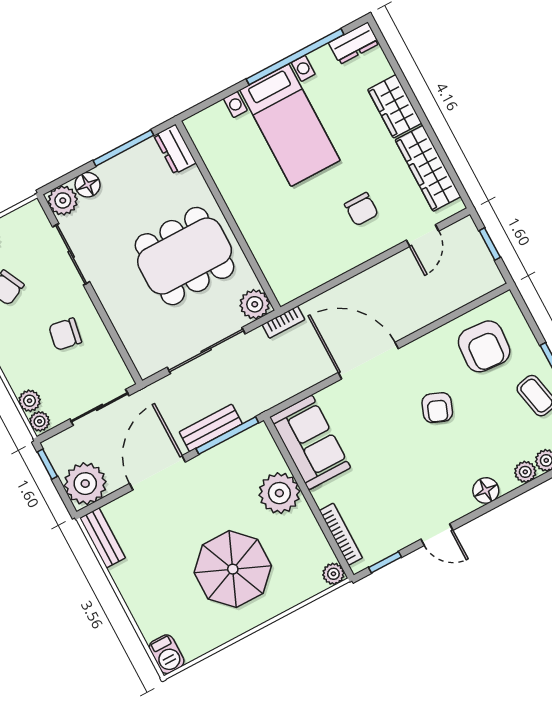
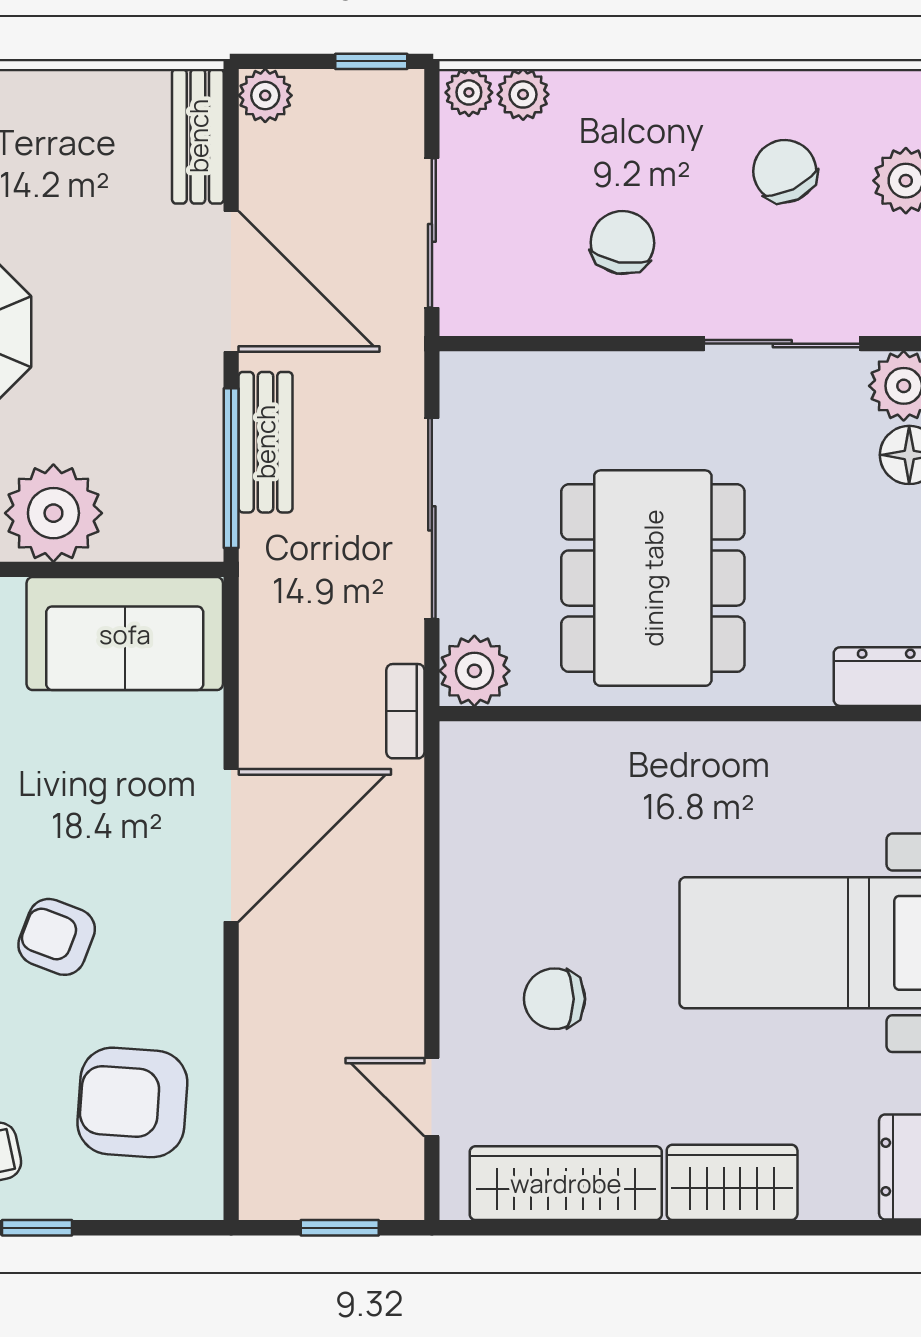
plant: (85, 484) -> (265, 95), width x0.53, depth x0.53
bench: (103, 538) -> (198, 136), moved, turned 90

